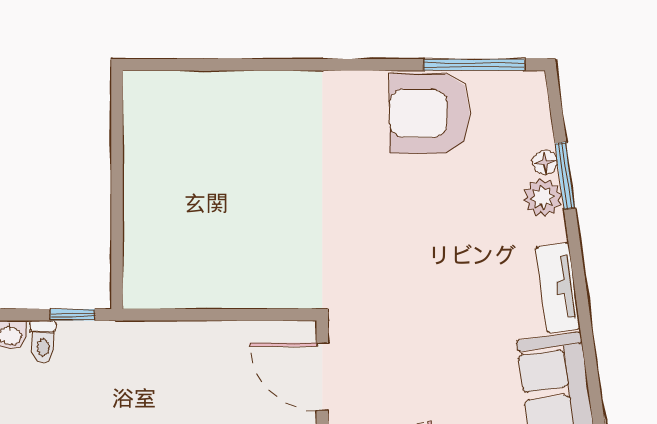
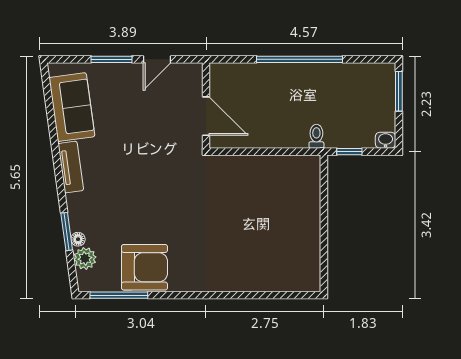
plant: (543, 198) -> (85, 258), moved
toilet: (43, 341) -> (316, 136), moved

